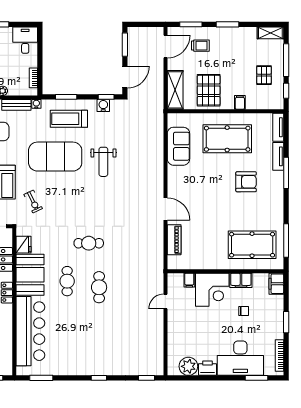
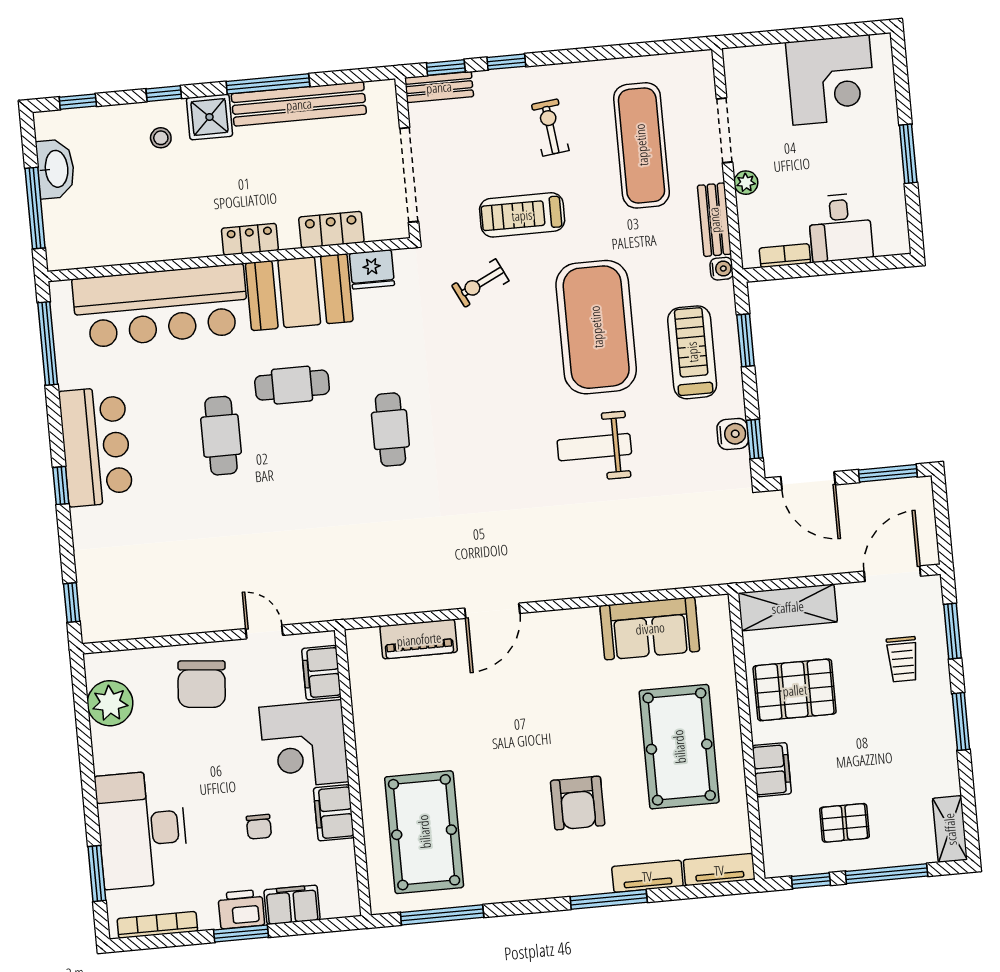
desk: (25, 40) -> (840, 228), moved, turned 90
door: (165, 46) -> (892, 574), swing flipped
filing cabinet: (240, 102) -> (772, 770), width x2.00
filing cabinet: (189, 280) -> (321, 673), width x2.00
filing cabinet: (276, 284) -> (292, 905), moved
cafe table: (99, 287) -> (221, 436), moved, turned 90
chair: (184, 329) -> (202, 684), added
bar counter: (85, 362) -> (96, 446), added
printer: (207, 368) -> (241, 909), moved, turned -90
window: (41, 378) -> (48, 343), width x1.44

